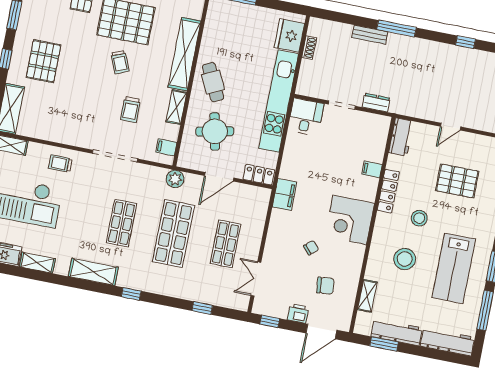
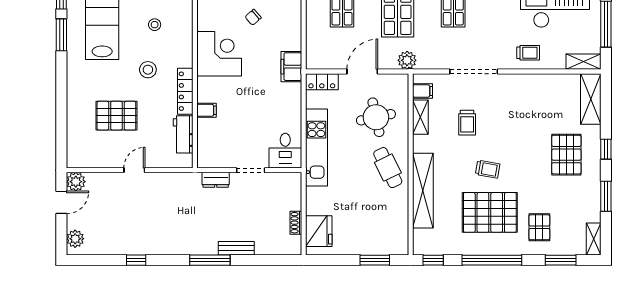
trolley: (120, 62) -> (488, 169), turned 123
kitchen unit: (279, 101) -> (316, 147), width x0.73
shelving: (176, 107) -> (420, 117), moved
trolley: (130, 110) -> (467, 123), turned 180
workbench: (401, 137) -> (183, 134), moved
stool: (405, 259) -> (155, 25), width x0.53, depth x0.53

